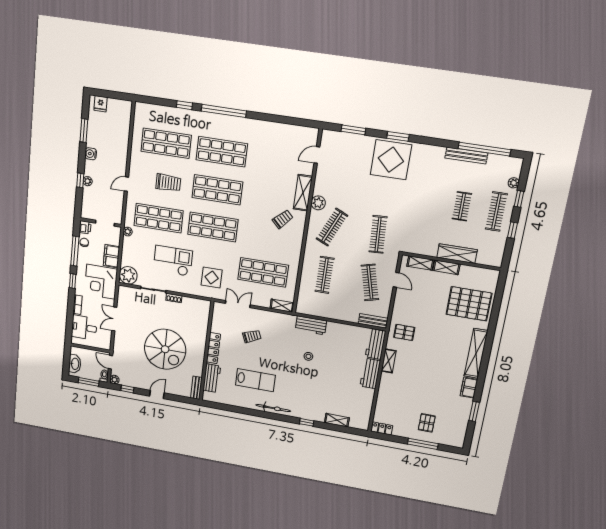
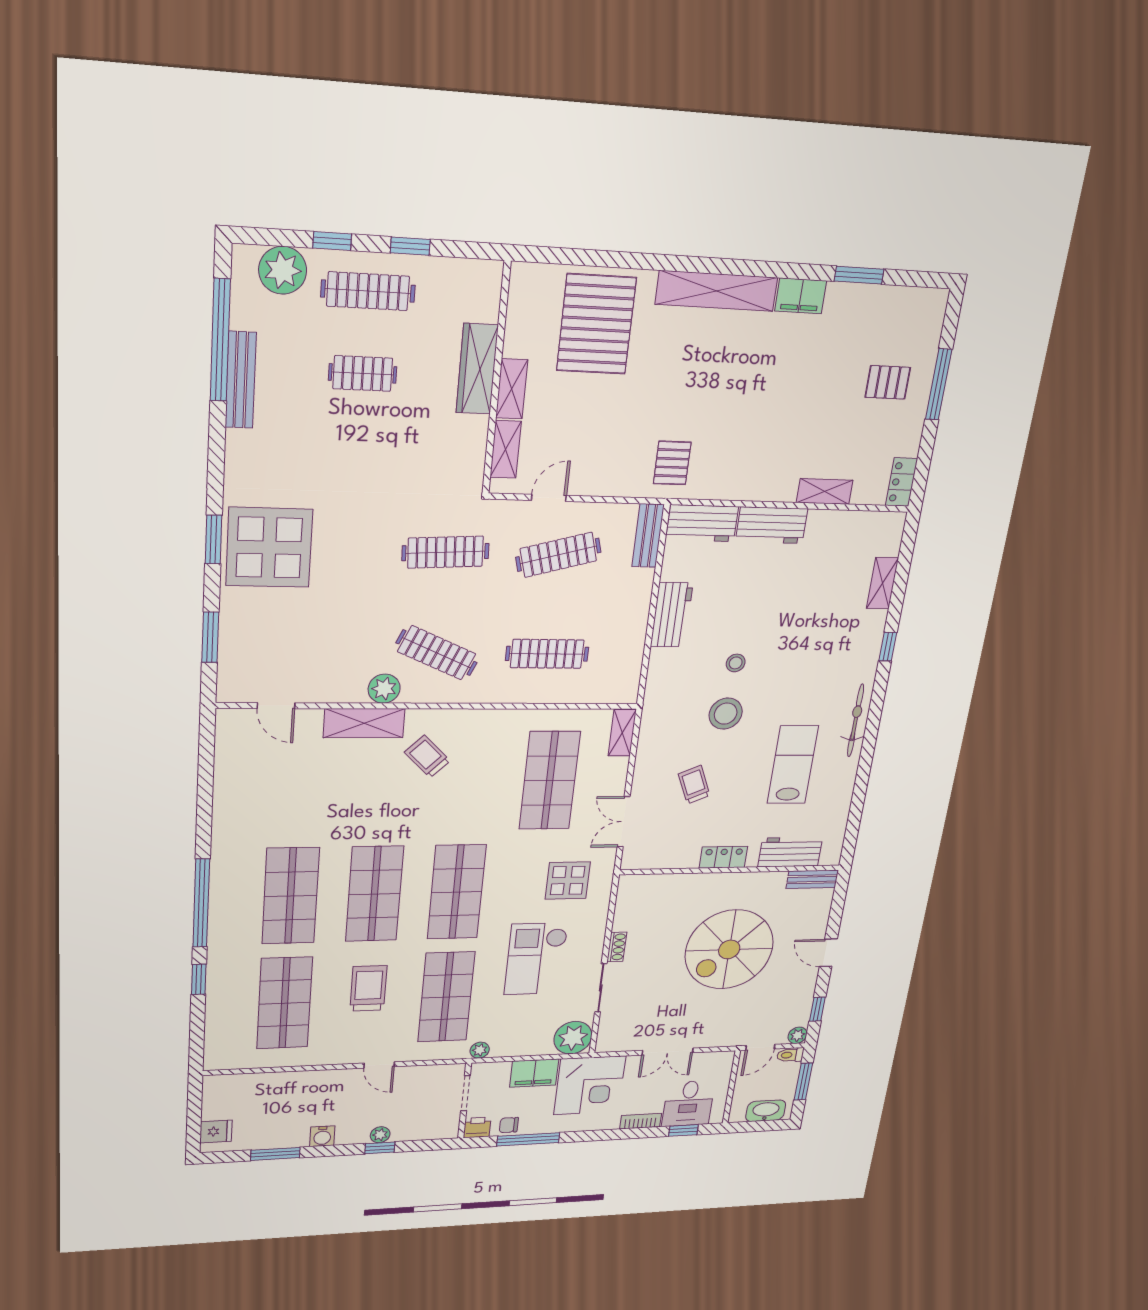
plant: (514, 183) -> (283, 270), width x1.88, depth x1.88
window: (73, 281) -> (683, 1130), moved
workbench: (311, 325) -> (672, 615), moved
locker: (213, 348) -> (723, 857), width x0.66
spiral stairs: (165, 349) -> (729, 949), turned 180
stool: (285, 351) -> (726, 714), added
shelving: (389, 361) -> (825, 491), moved

